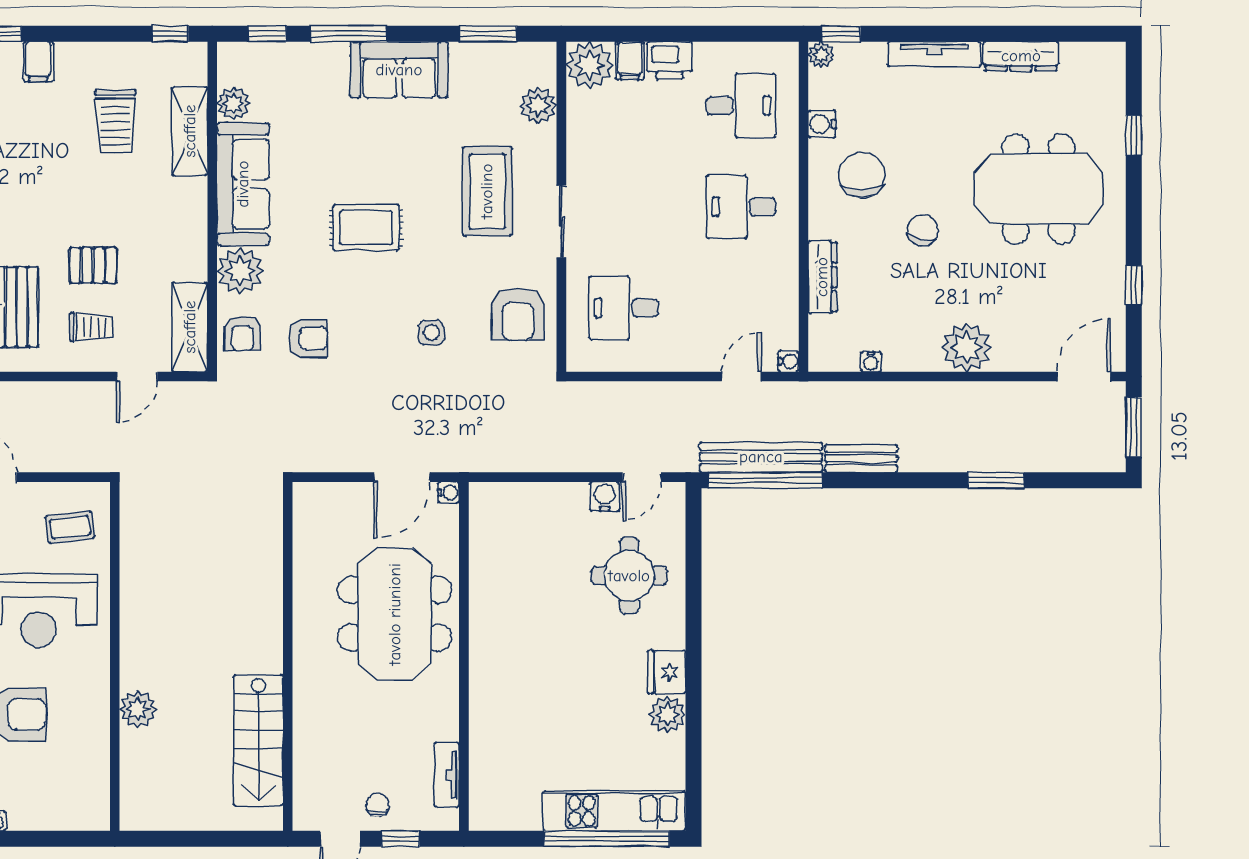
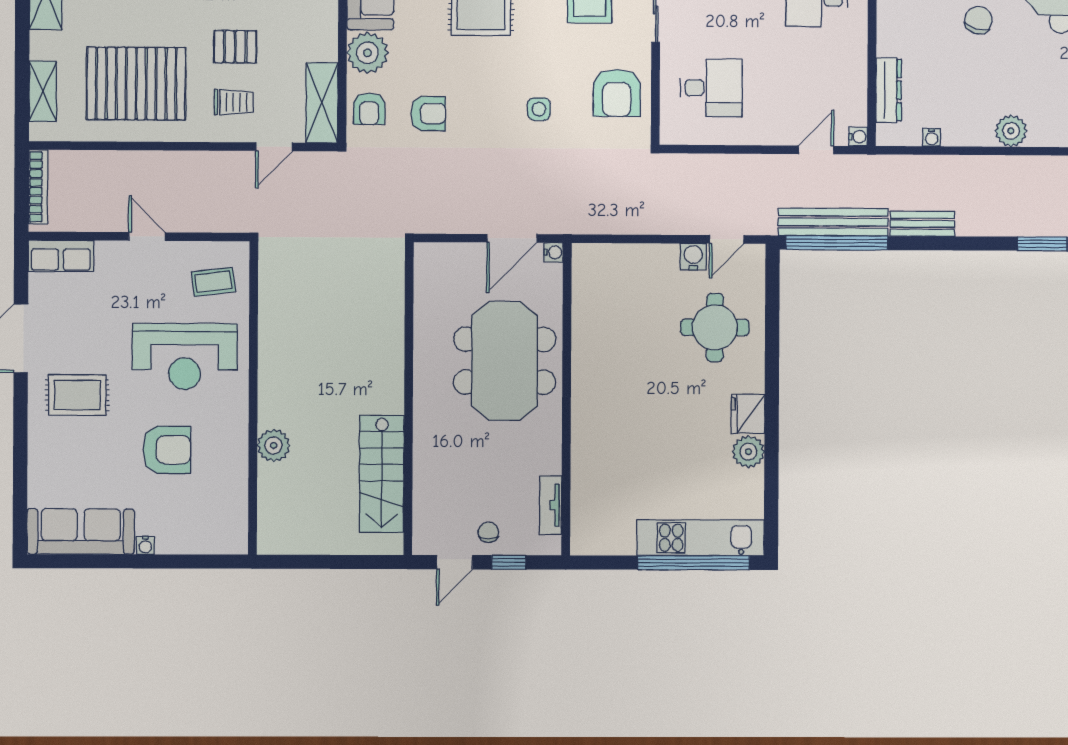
dresser: (822, 277) -> (889, 90), moved
desk: (624, 308) -> (711, 88), turned 180
plant: (966, 347) -> (1011, 131), width x0.73, depth x0.73

